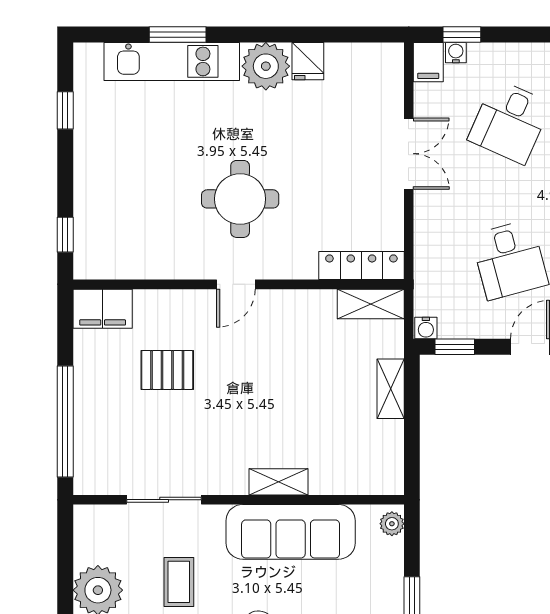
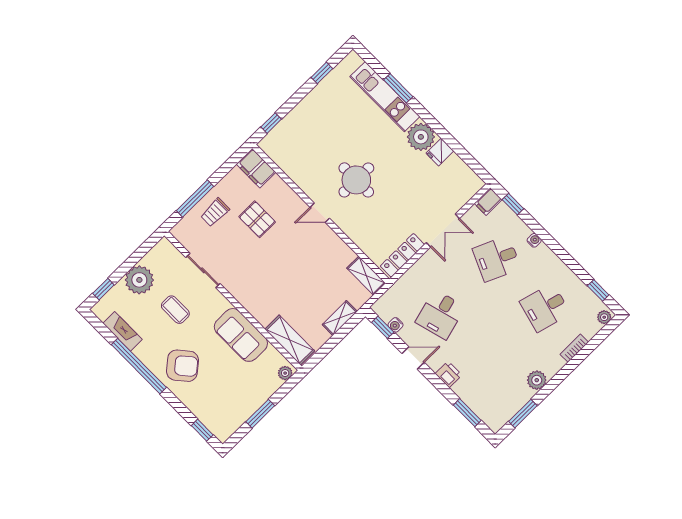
water cooler: (456, 53) -> (534, 240), moved
locker: (361, 266) -> (402, 255), moved, turned -90
water cooler: (426, 328) -> (395, 325), moved
trolley: (107, 414) -> (215, 212), added
window: (65, 422) -> (195, 199), width x0.68
shelving: (278, 482) -> (290, 340), moved, width x1.50, depth x1.33
sofa: (291, 532) -> (241, 335), width x0.73
coffee table: (179, 582) -> (175, 310), turned 90

